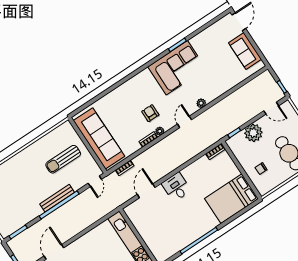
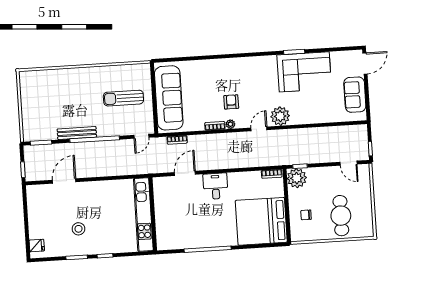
corner sofa: (177, 68) -> (304, 72), moved
plant: (201, 103) -> (280, 116), width x1.88, depth x1.88
plant: (253, 133) -> (297, 178), moved
bench: (57, 198) -> (77, 133), moved
bed: (232, 199) -> (261, 221), width x1.36

